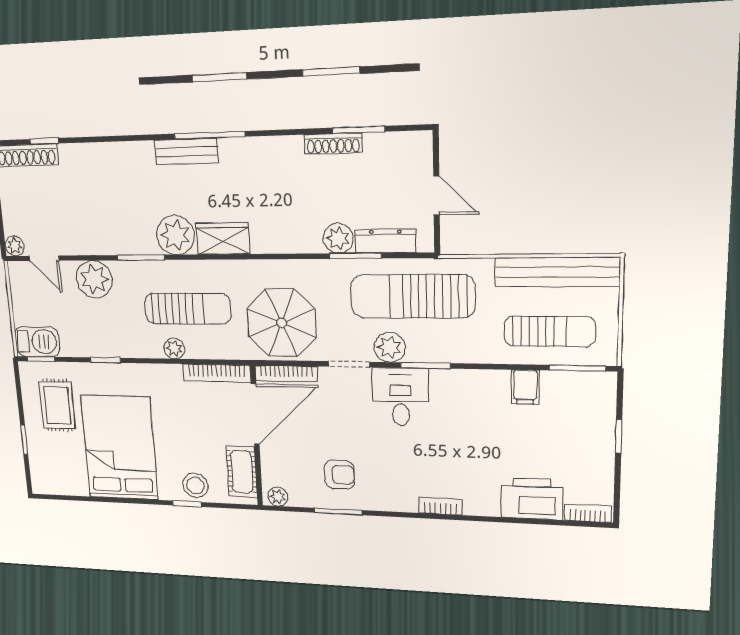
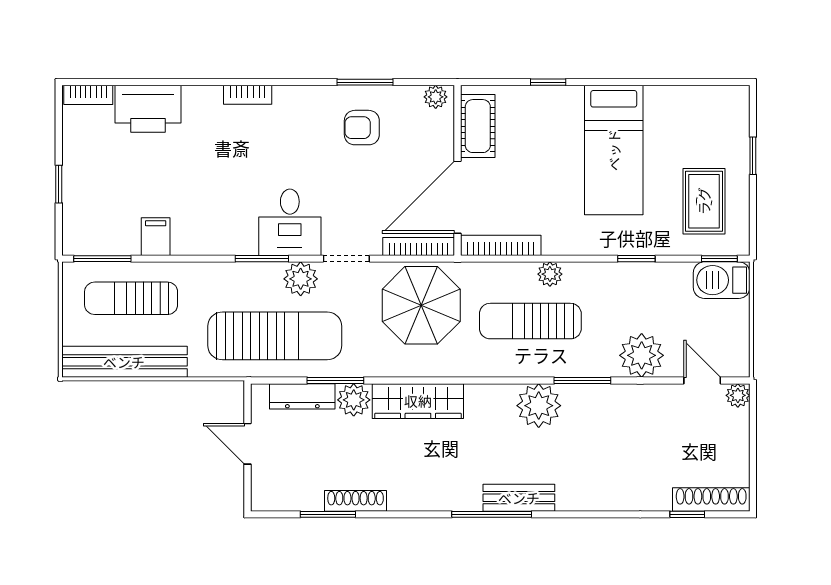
wardrobe: (223, 238) -> (418, 401), moved, width x1.50
bed: (120, 448) -> (614, 150), width x0.67
stool: (195, 485) -> (536, 106), removed

